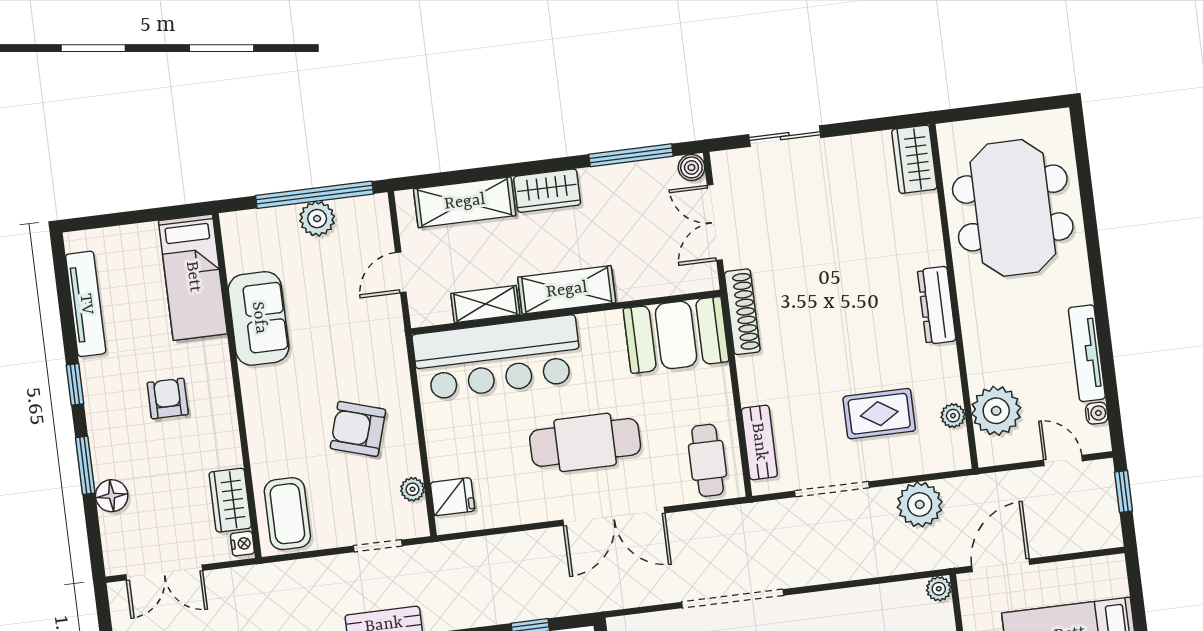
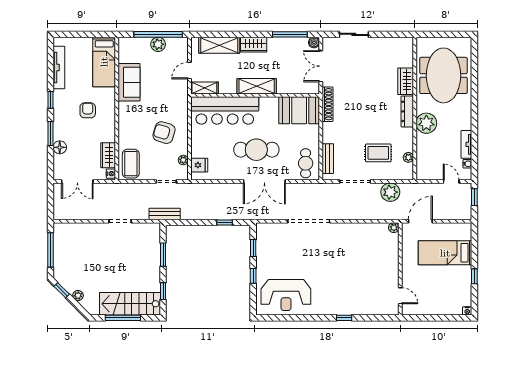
wardrobe: (914, 159) -> (406, 81), moved
shelving: (485, 304) -> (204, 88), moved
tv unit: (1087, 353) -> (466, 144), width x0.71
plant: (996, 411) -> (426, 123), moved

